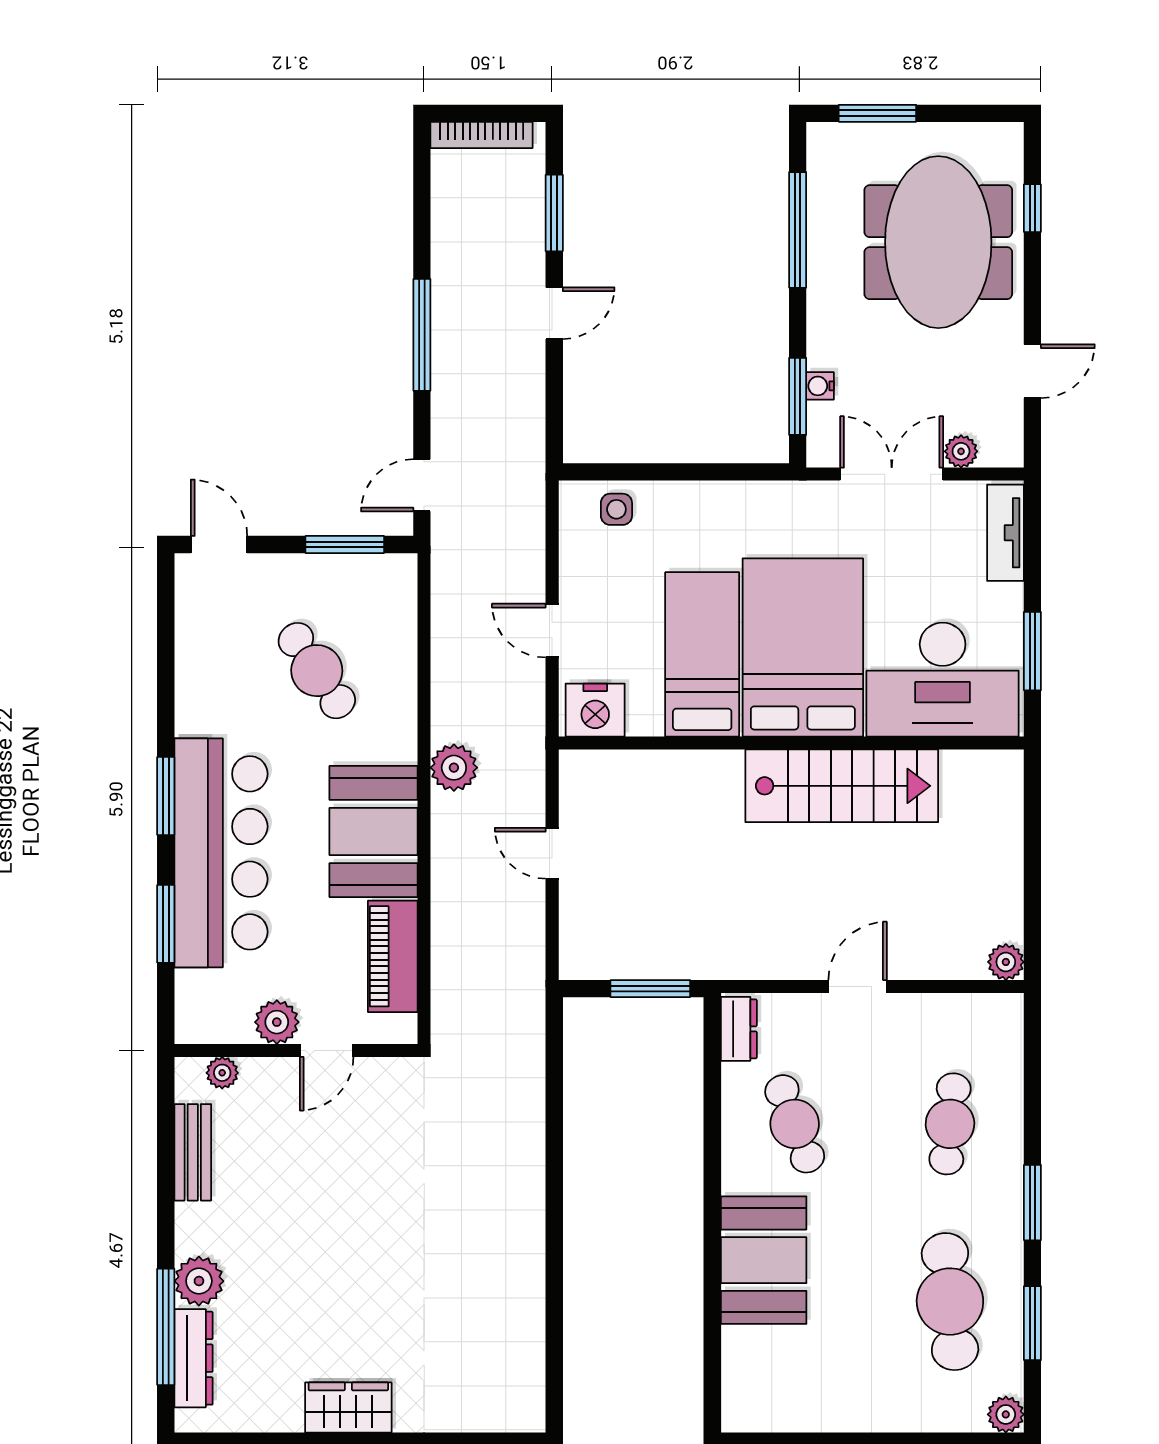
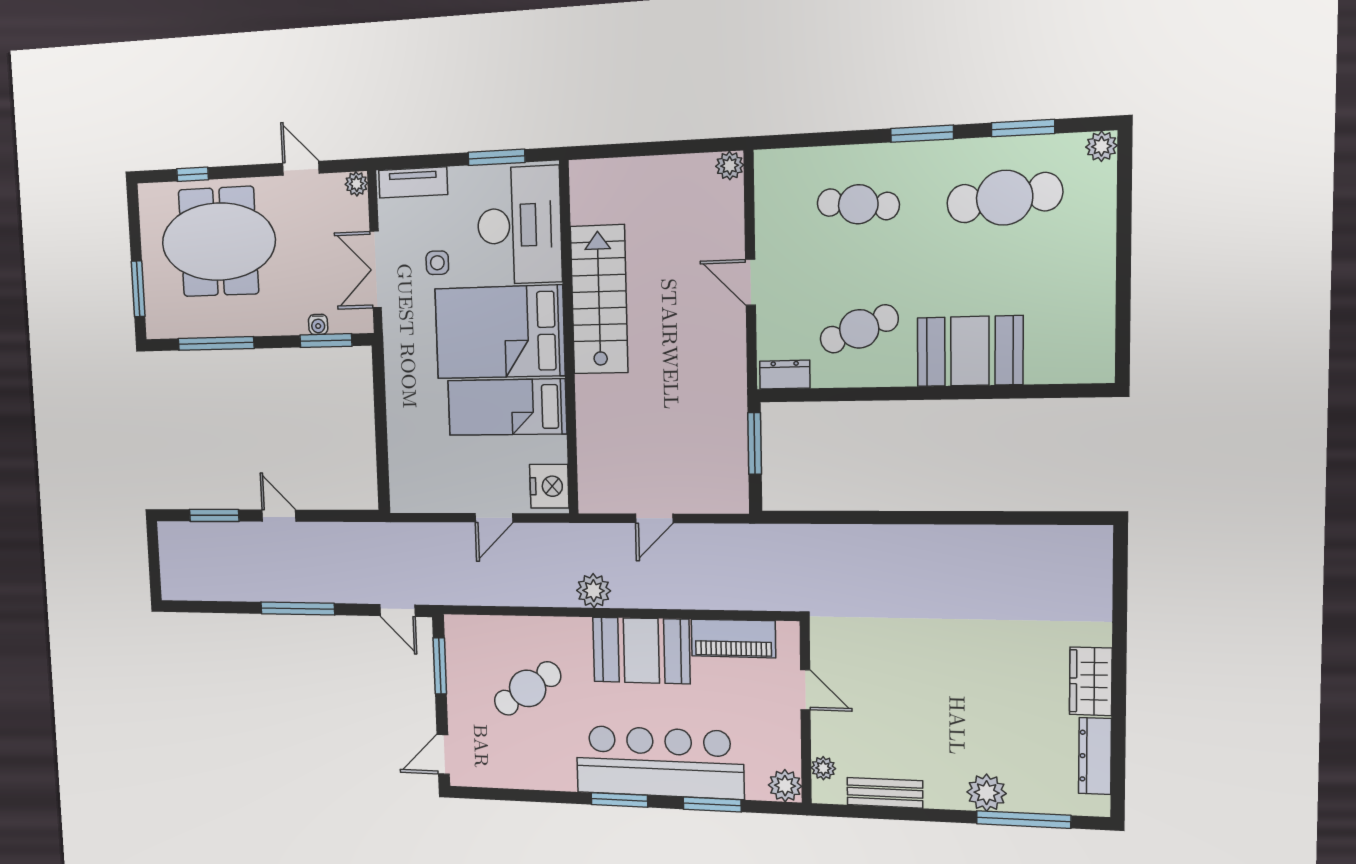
bookcase: (482, 135) -> (168, 565), removed
plant: (961, 451) -> (356, 184), moved
side table: (616, 509) -> (437, 263), moved
plant: (277, 1022) -> (785, 786), moved
dresser: (193, 1358) -> (1095, 756), moved, turned -90

